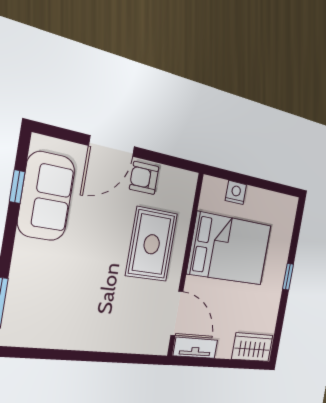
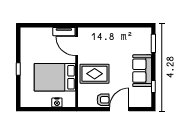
sofa: (46, 196) -> (142, 71), moved
rug: (152, 244) -> (95, 74), turned 90
wardrobe: (252, 347) -> (32, 34), removed

